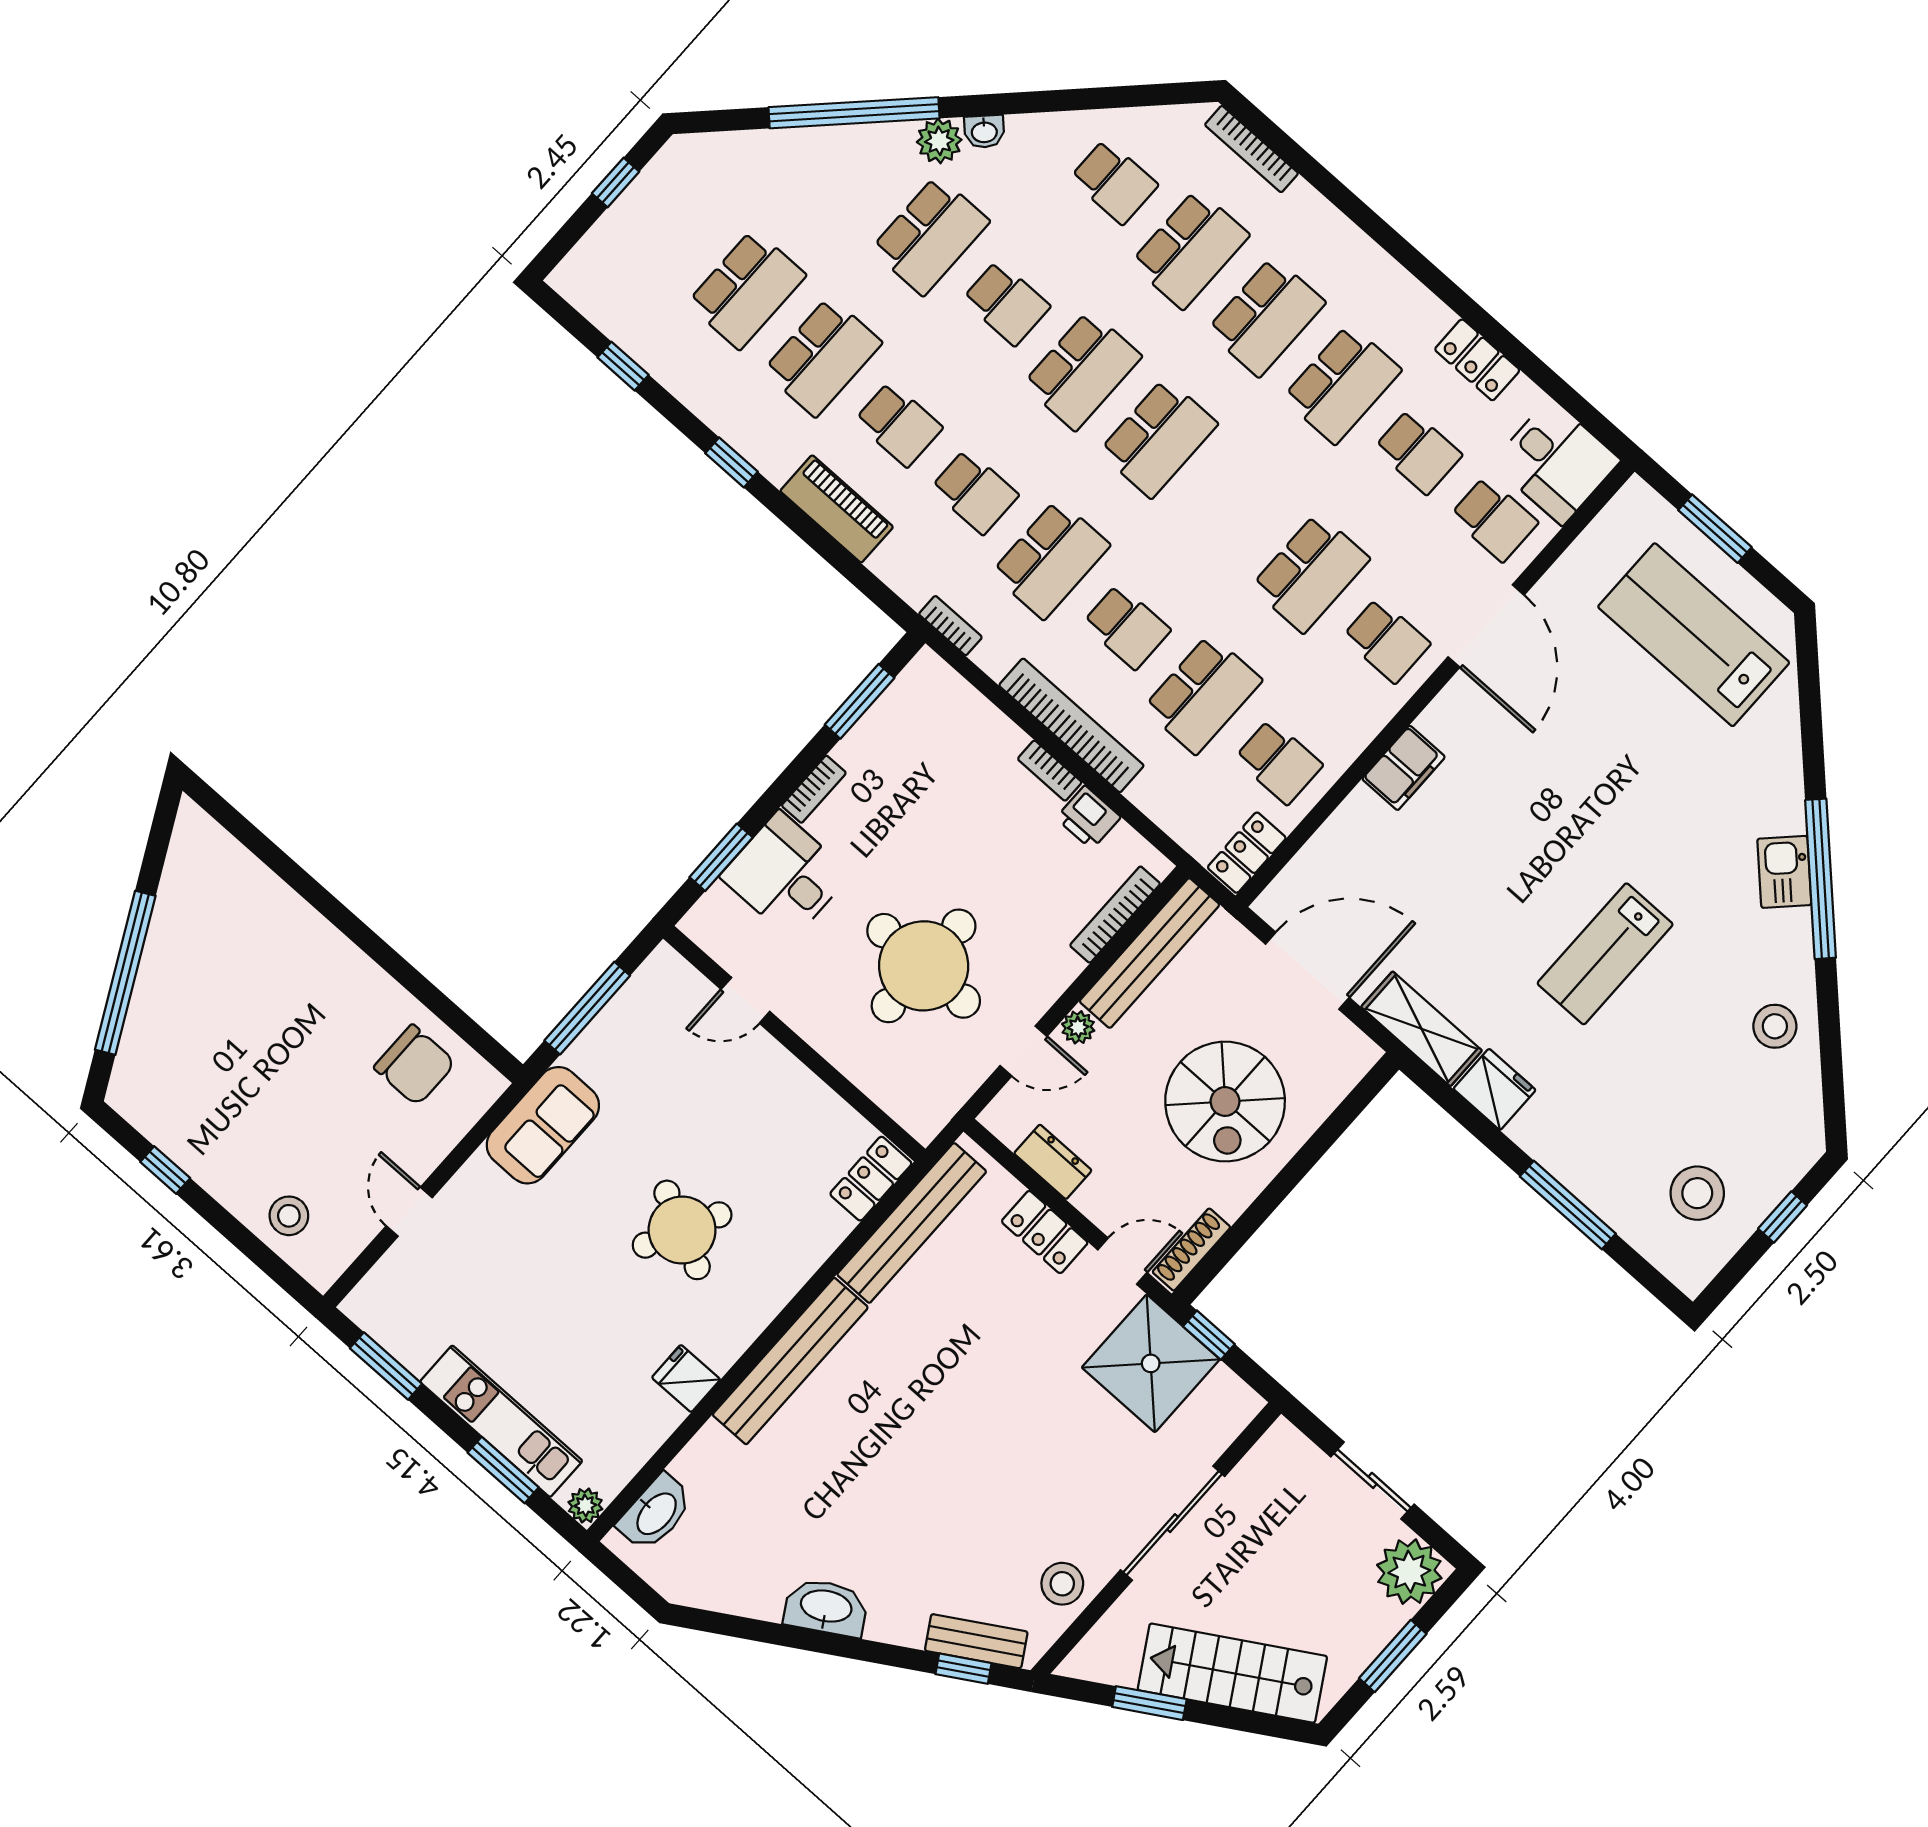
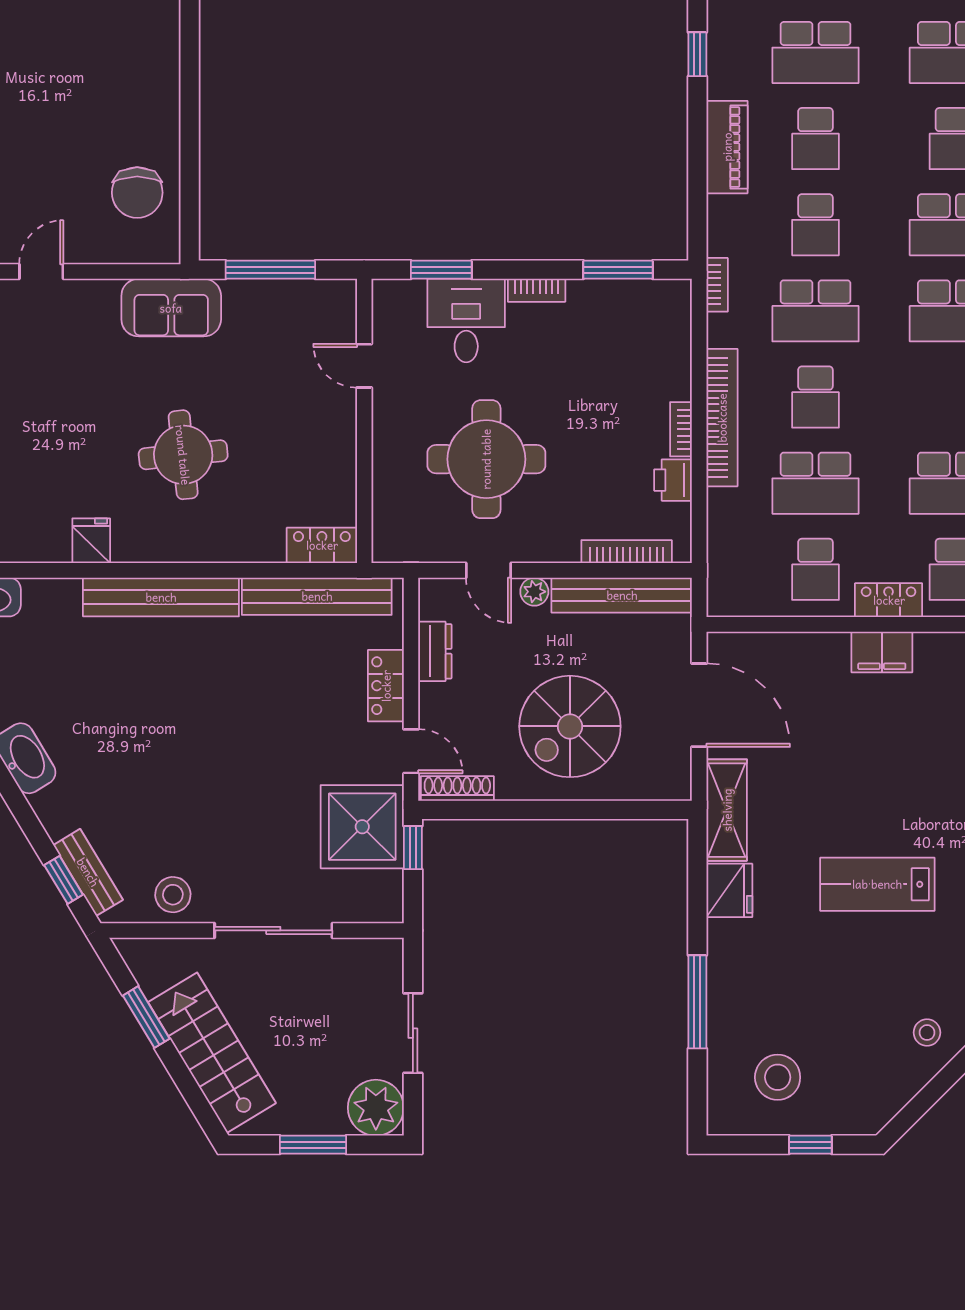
locker: (1247, 853) -> (889, 600), moved
stool: (1775, 1026) -> (927, 1033), width x0.73, depth x0.73
round table: (682, 1230) -> (183, 455), turned -32

